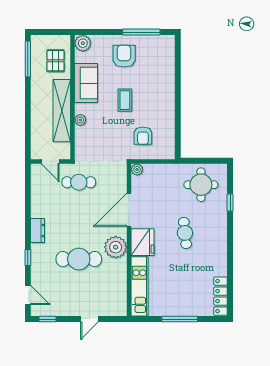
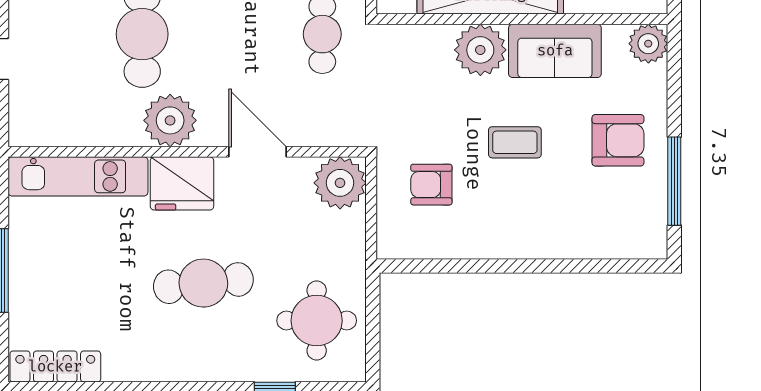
plant: (80, 120) -> (480, 50), width x1.88, depth x1.88
plant: (137, 169) -> (340, 183), width x1.87, depth x1.87
door: (129, 210) -> (258, 152), width x0.73
cafe table: (185, 233) -> (203, 283), width x1.37, depth x1.35

